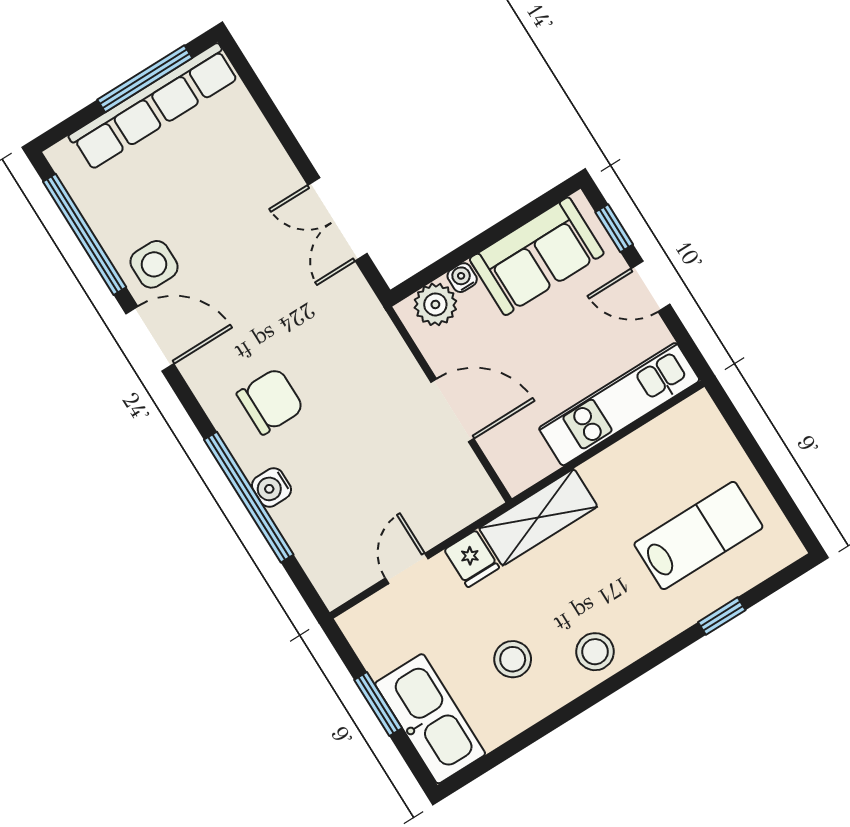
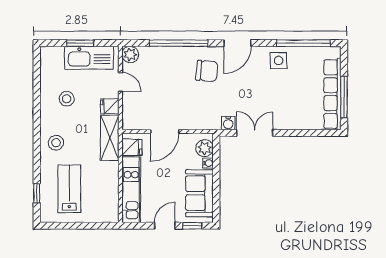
door: (150, 339) -> (237, 43), moved
chair: (270, 401) -> (207, 71), turned -85
fridge: (529, 458) -> (132, 147), added
water cooler: (272, 487) -> (228, 123), moved, turned 180
lab bench: (698, 535) -> (69, 189), turned 180
plant: (336, 584) -> (130, 54), added
window: (722, 616) -> (37, 193), moved
stool: (595, 652) -> (56, 143), moved
kitchen sink: (430, 719) -> (89, 58), moved

